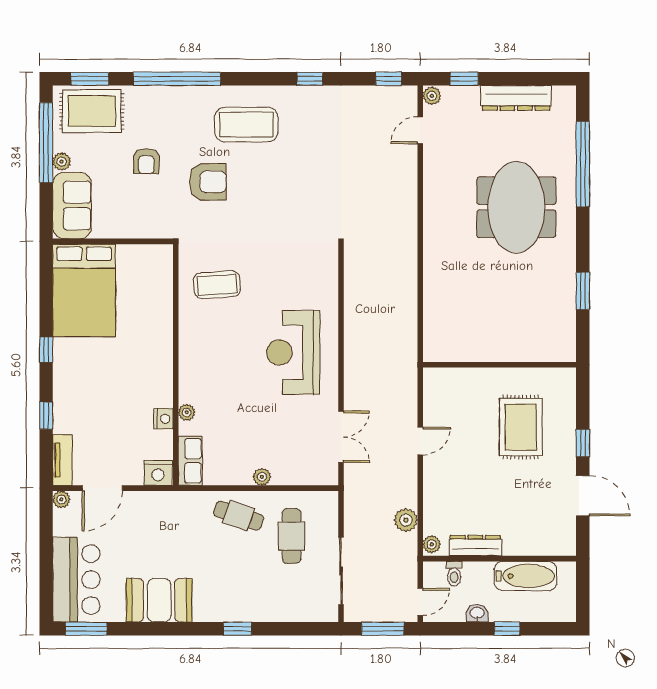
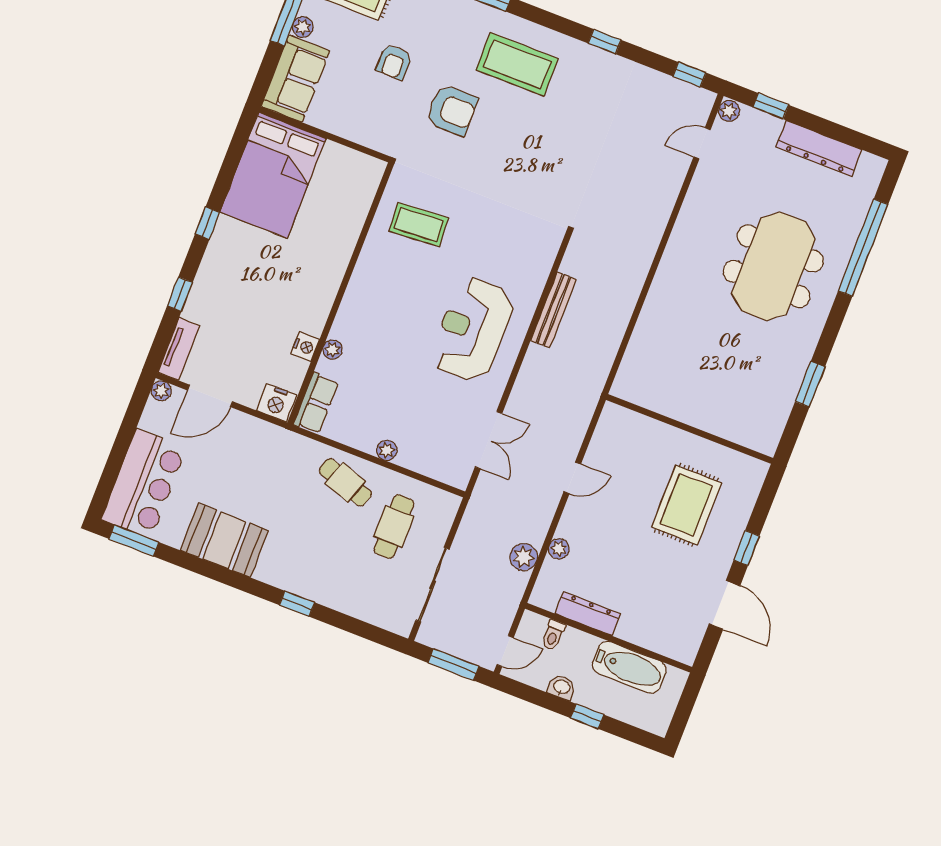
bench: (353, 311) -> (553, 310), added
plant: (432, 544) -> (559, 549), moved

